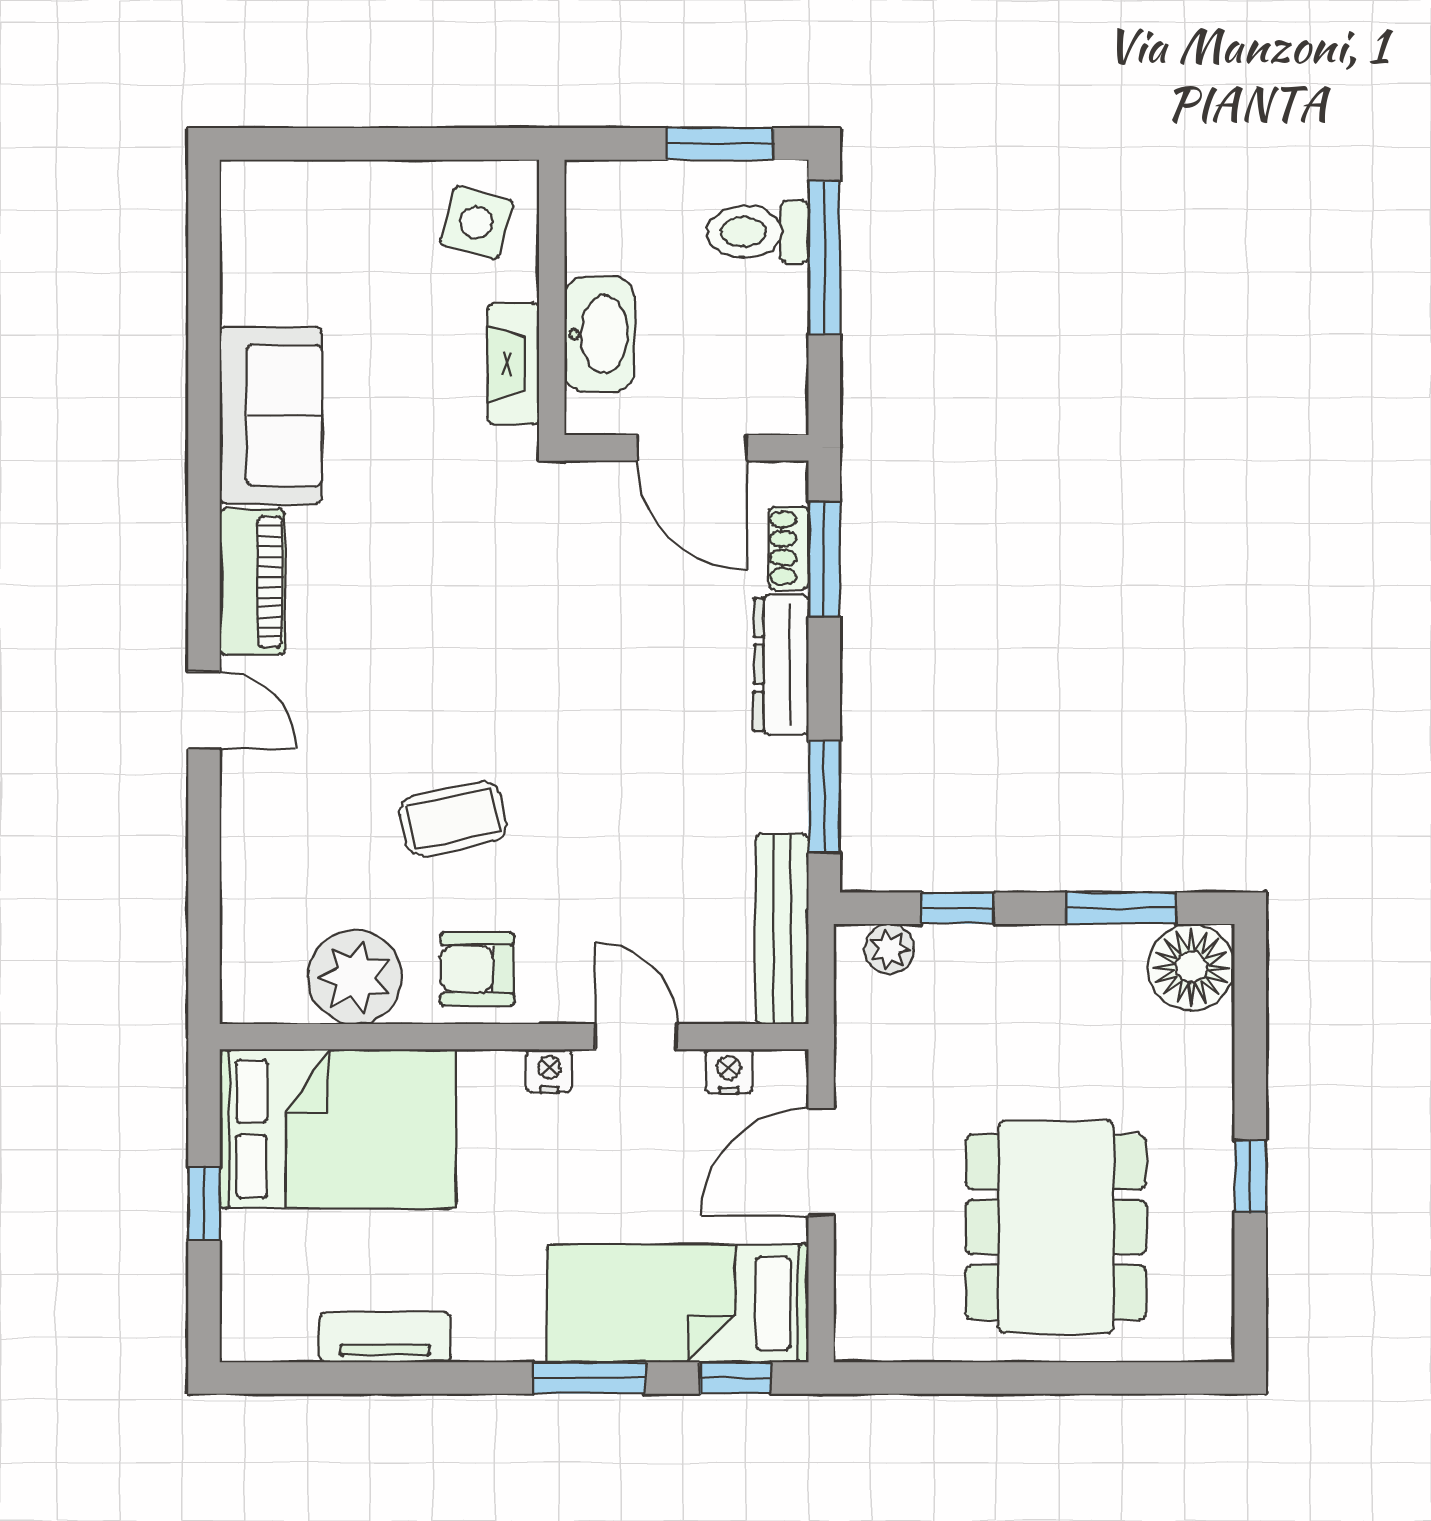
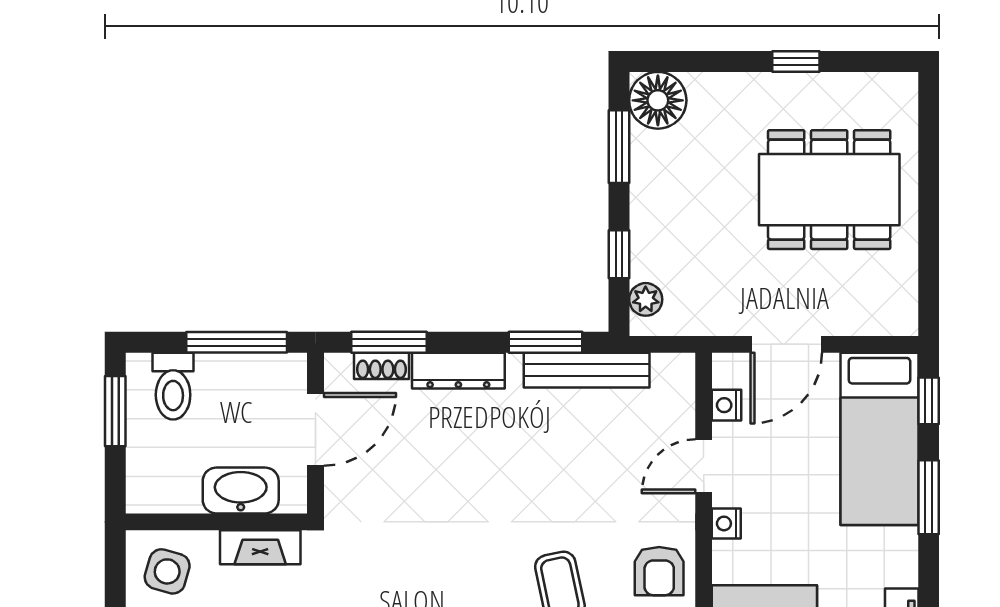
window: (824, 258) -> (237, 342), moved
bench: (782, 929) -> (587, 370), moved
door: (821, 1162) -> (786, 344), hinge flipped

